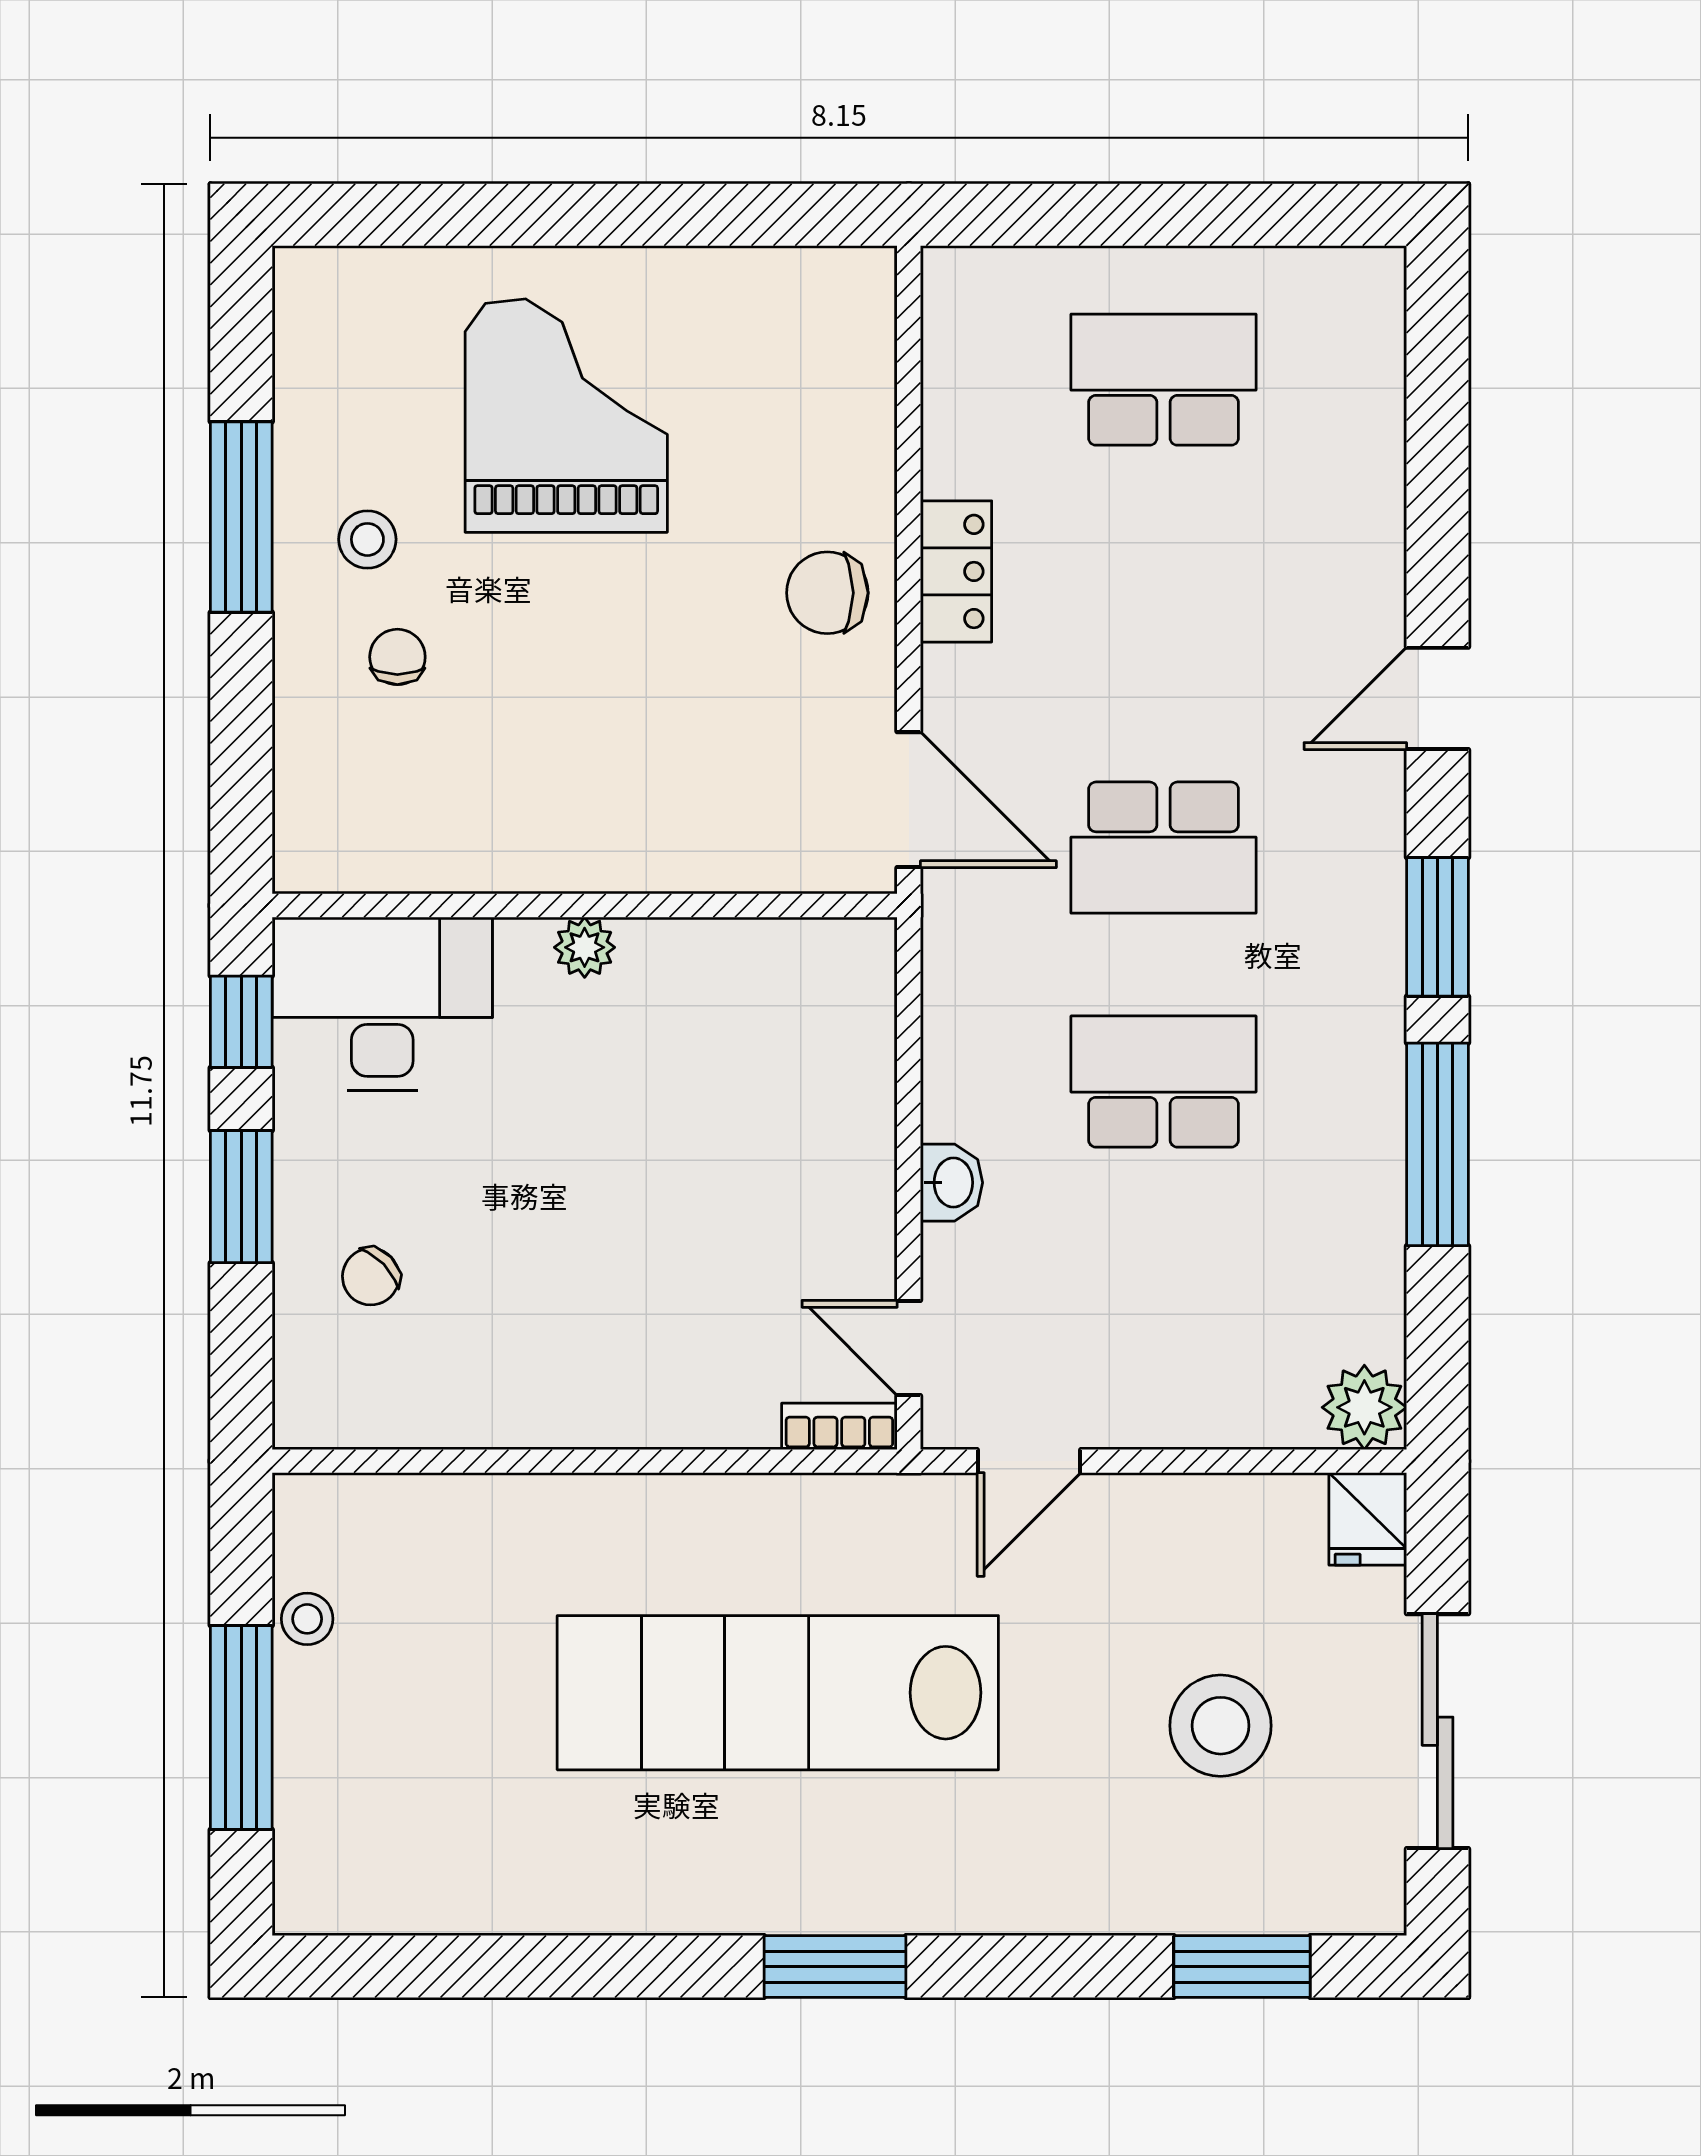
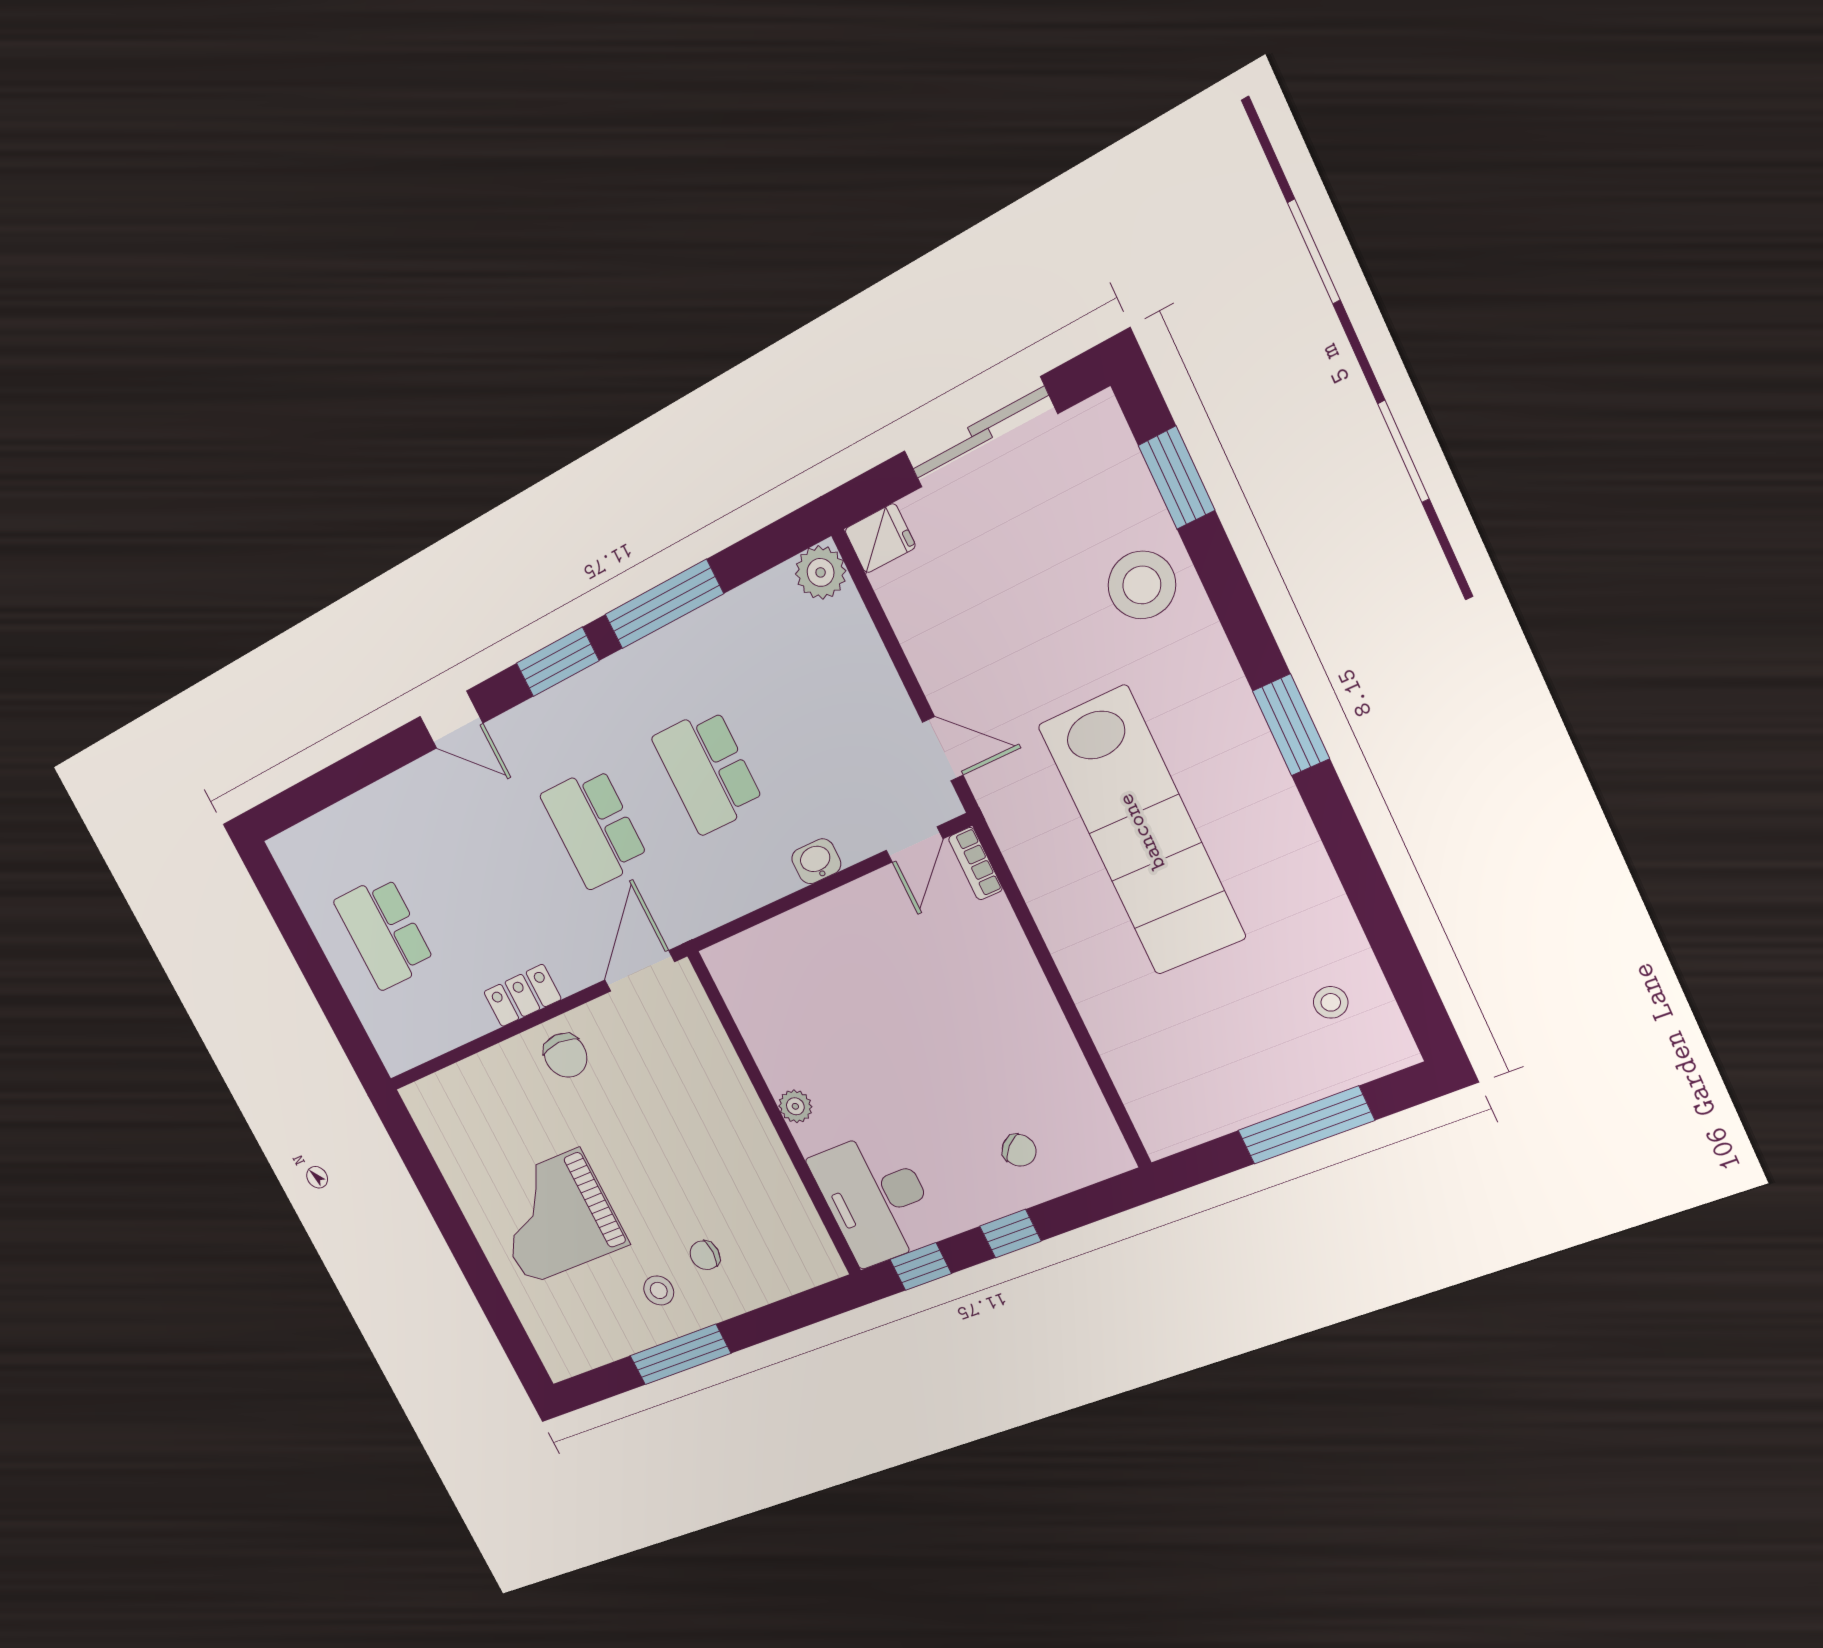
school desk: (1163, 848) -> (594, 828), turned 180
window: (241, 1197) -> (1010, 1234), width x0.67
stool: (307, 1619) -> (1331, 1002), moved
stool: (1221, 1726) -> (1142, 585), moved

